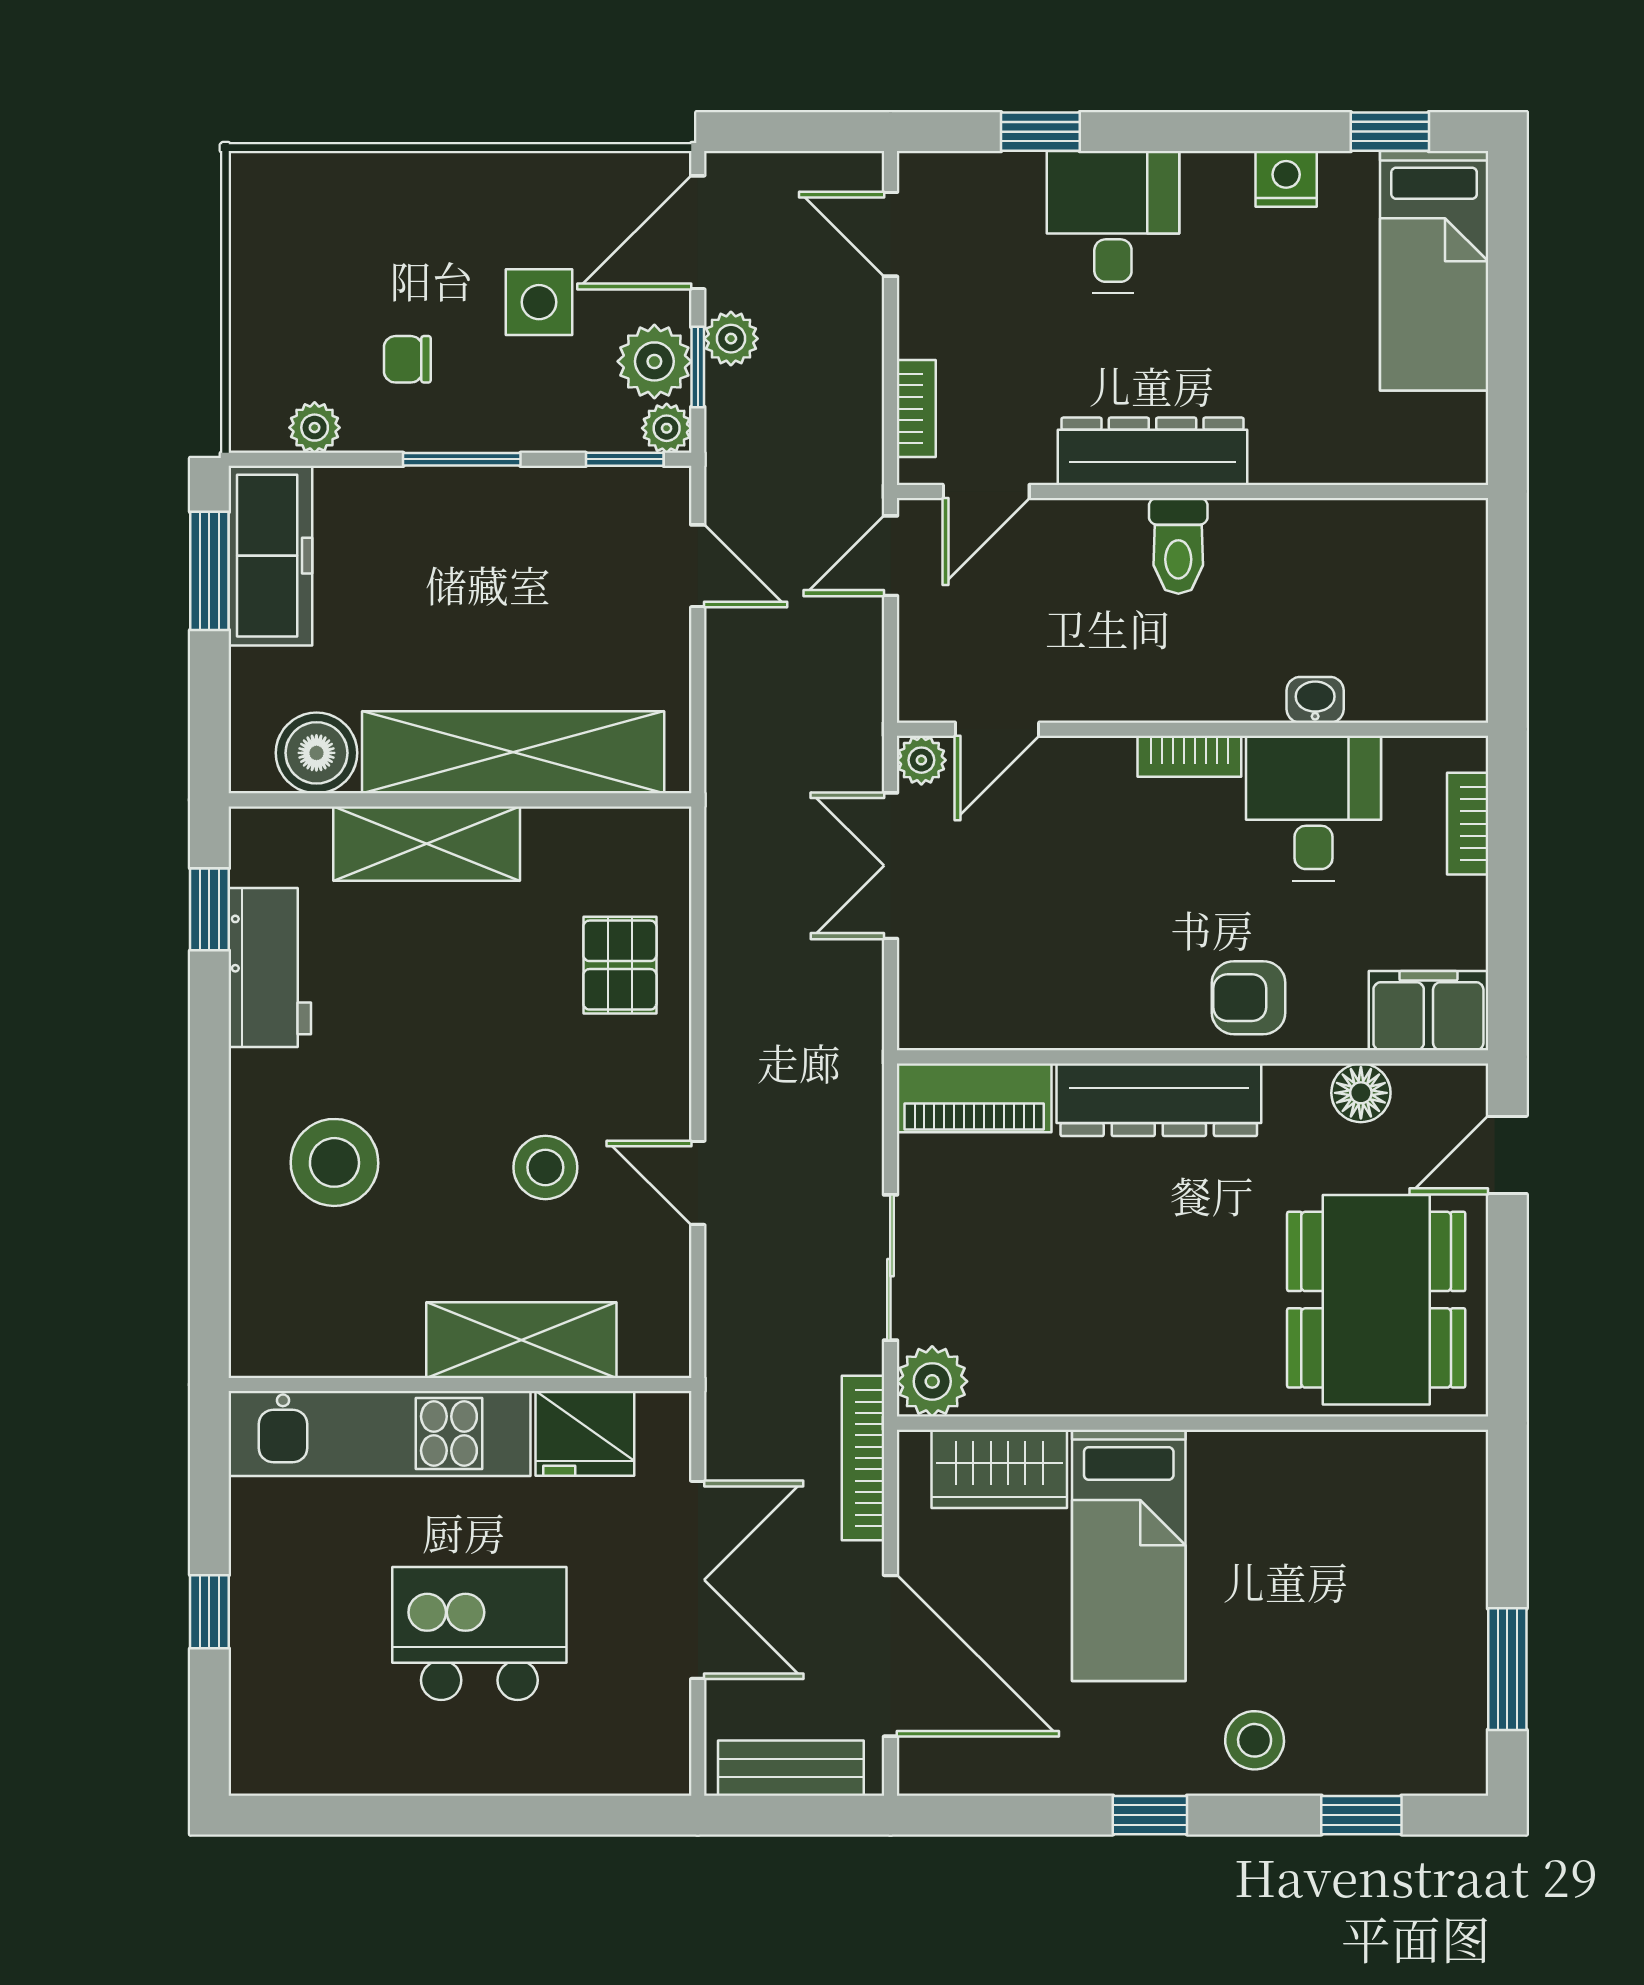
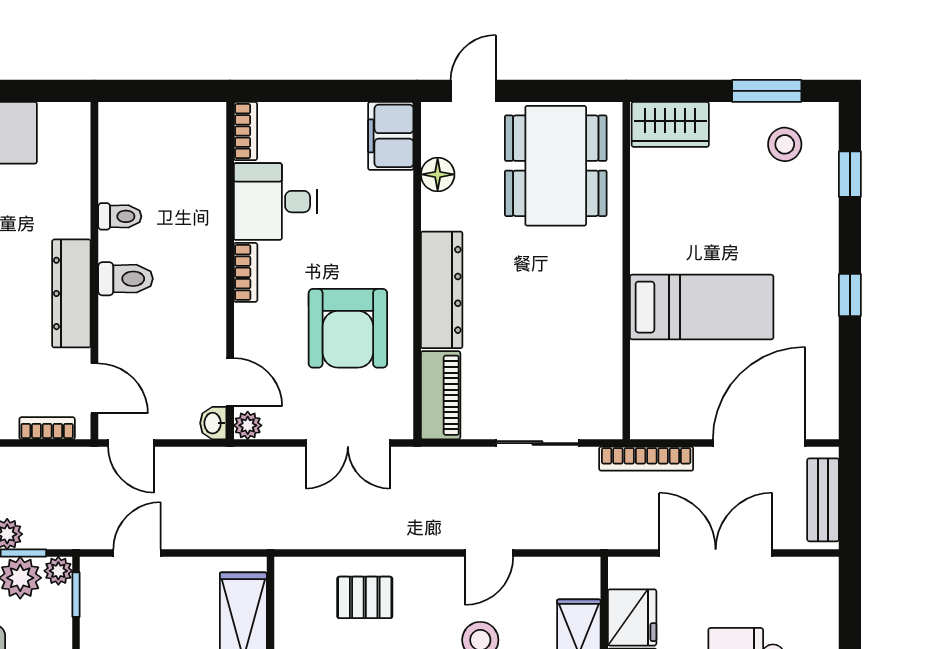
toilet: (1288, 536) -> (120, 216), added
washbasin: (1315, 700) -> (213, 423), moved
bookcase: (1468, 824) -> (245, 131), moved, turned -90
double door: (890, 866) -> (348, 443), moved
armchair: (1249, 998) -> (348, 328), moved, width x1.88, depth x1.88
door: (1507, 1155) -> (473, 91), swing flipped
dining table: (1376, 1300) -> (556, 166), turned 90
plant: (932, 1381) -> (602, 419), removed
wardrobe: (999, 1469) -> (670, 124), moved, turned 90
stool: (1255, 1740) -> (785, 144), moved

